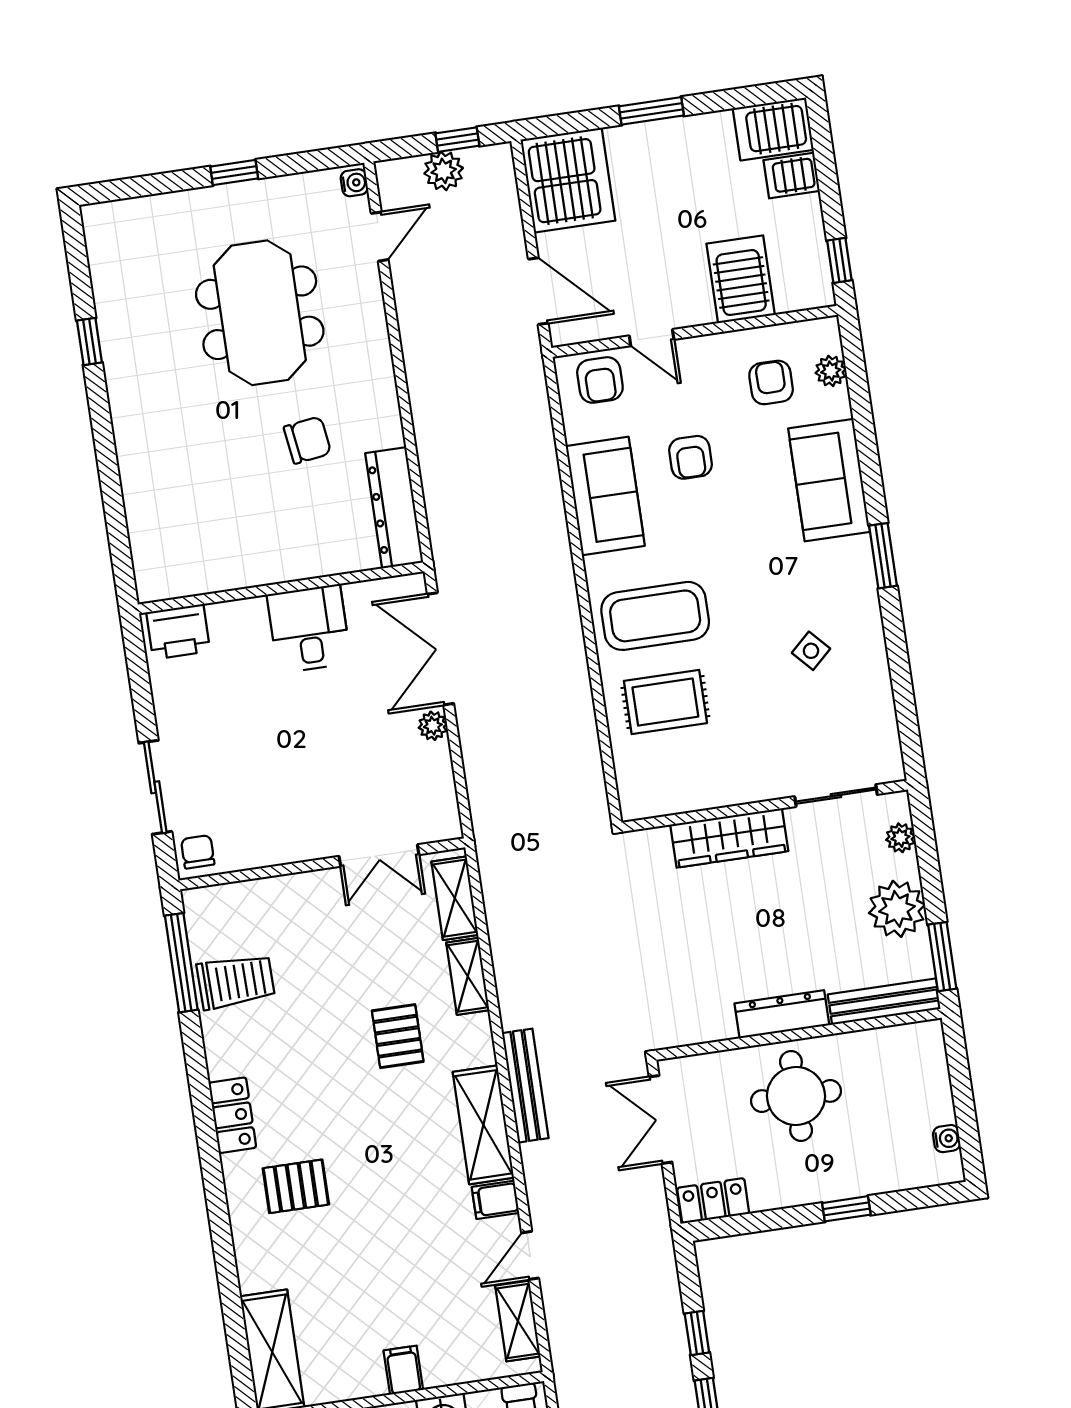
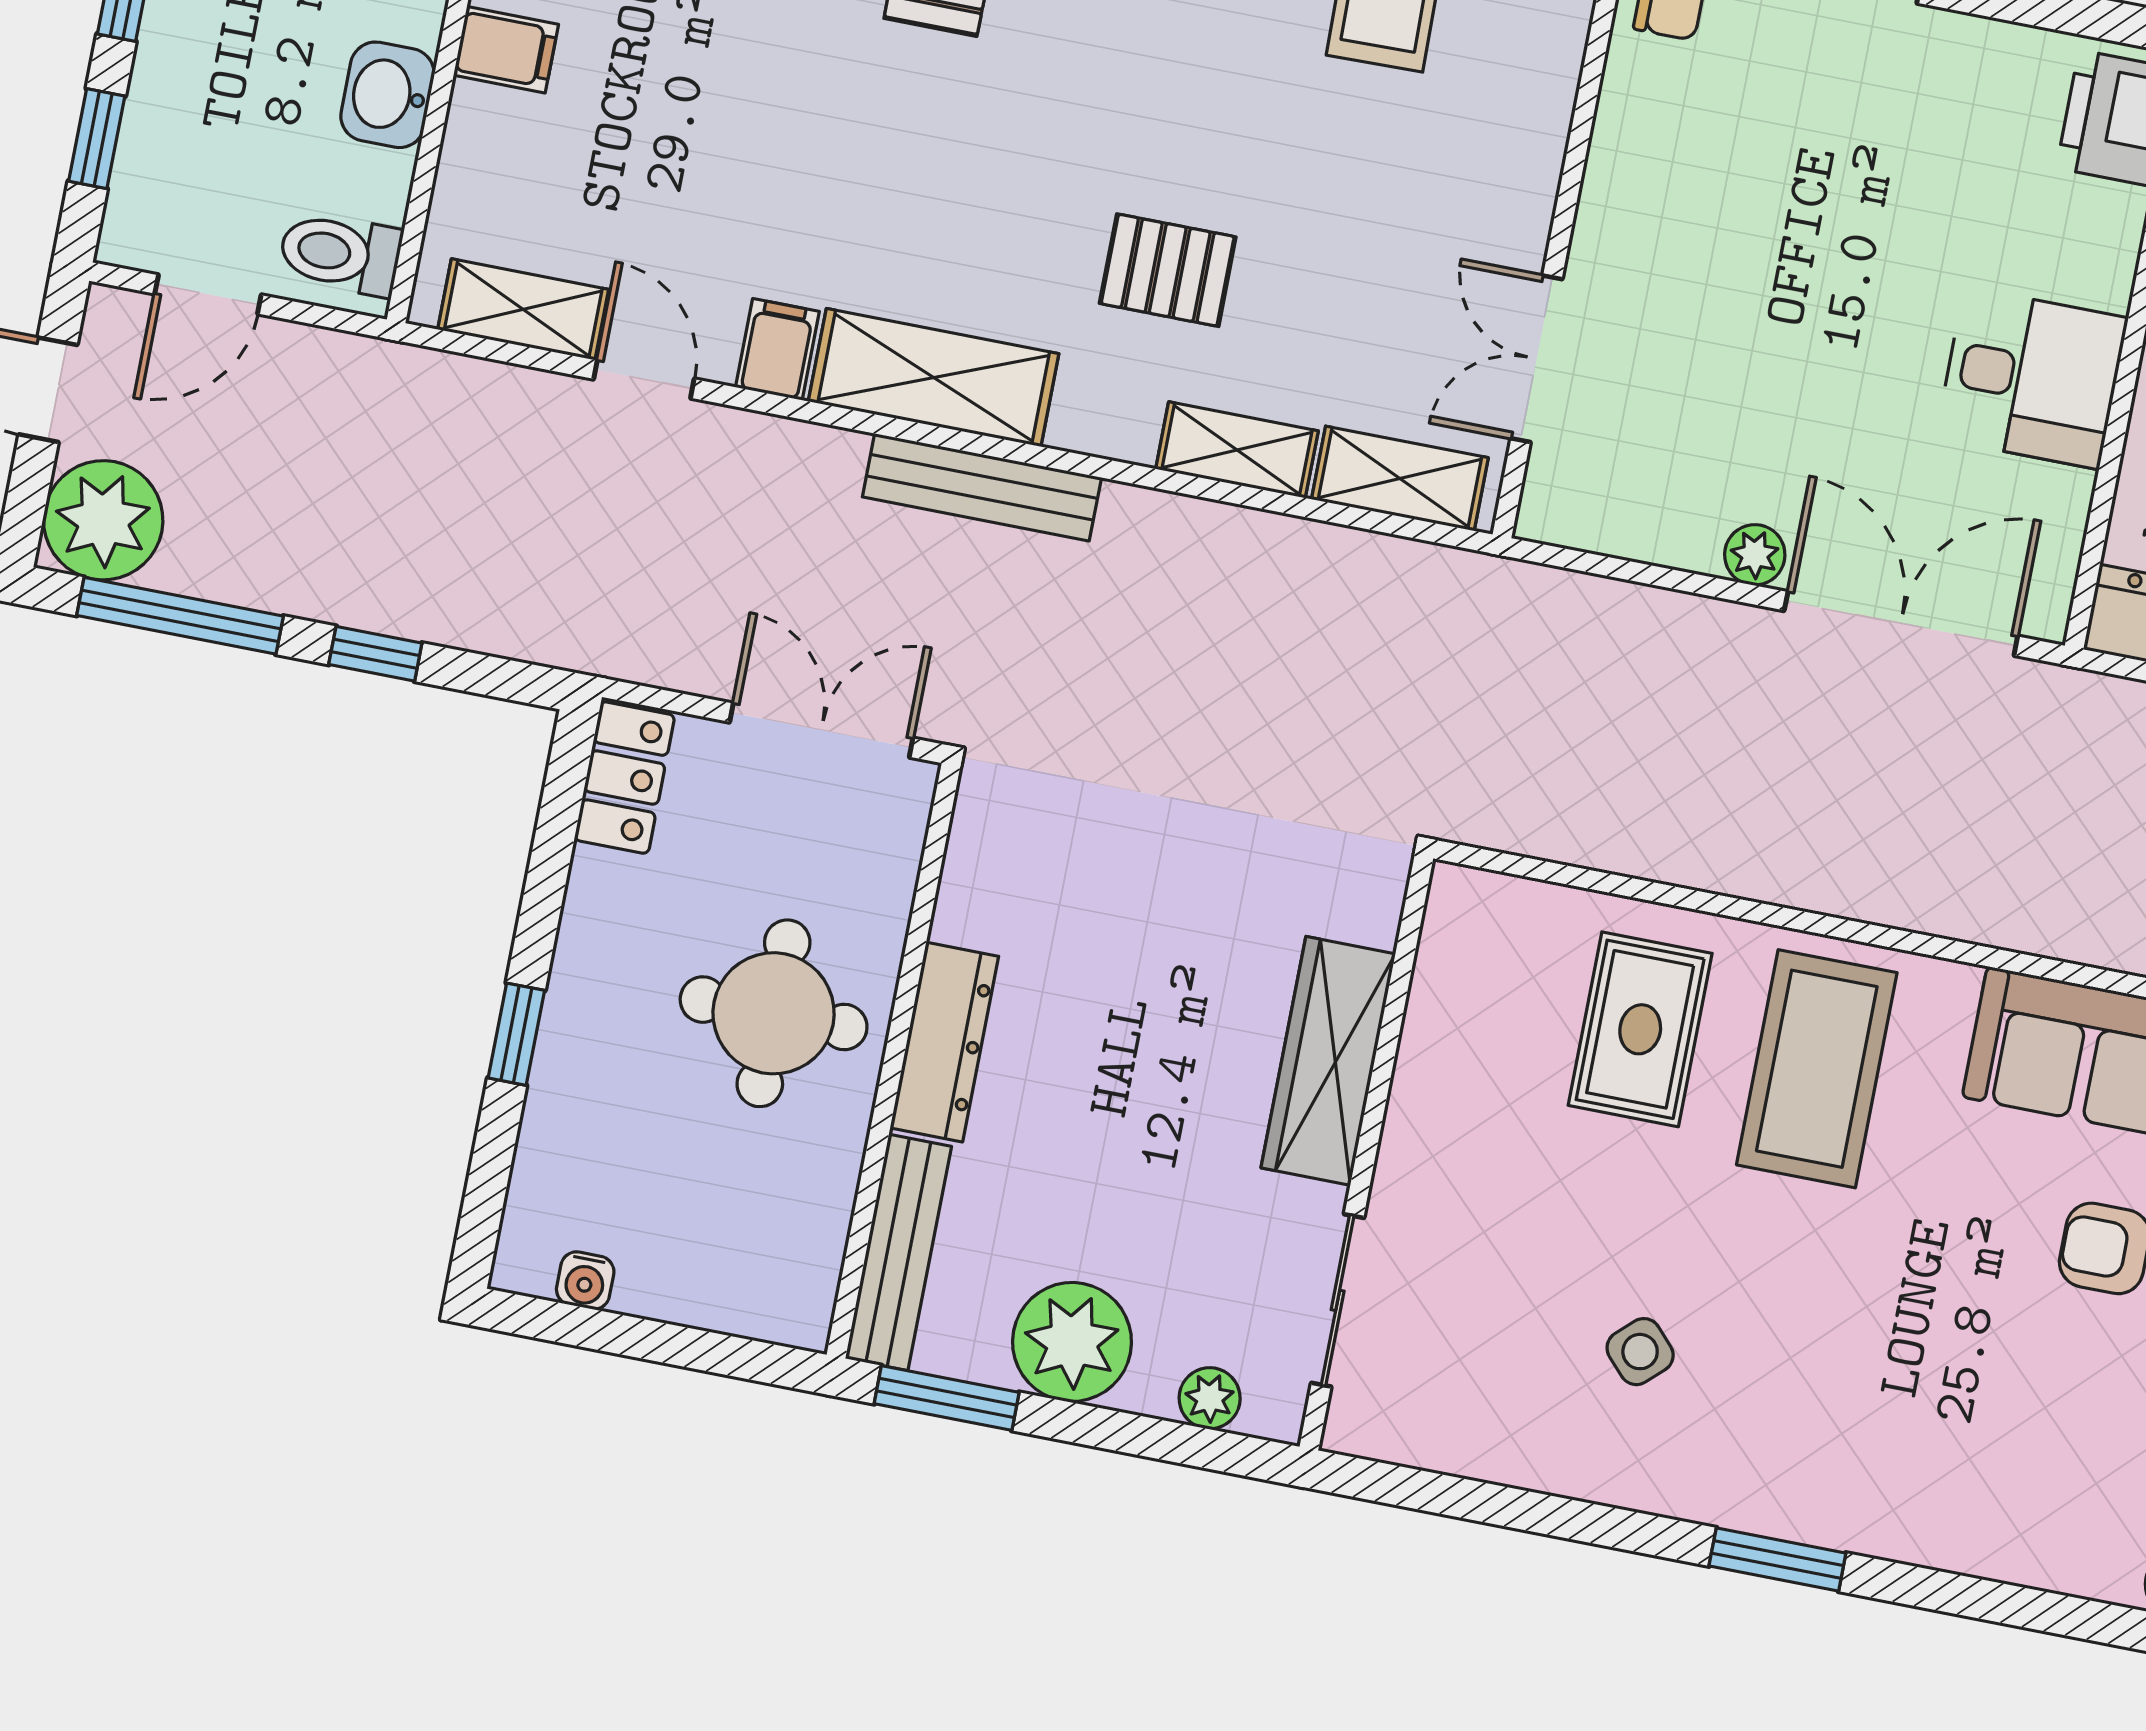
sofa: (829, 480) -> (1964, 1506), removed

